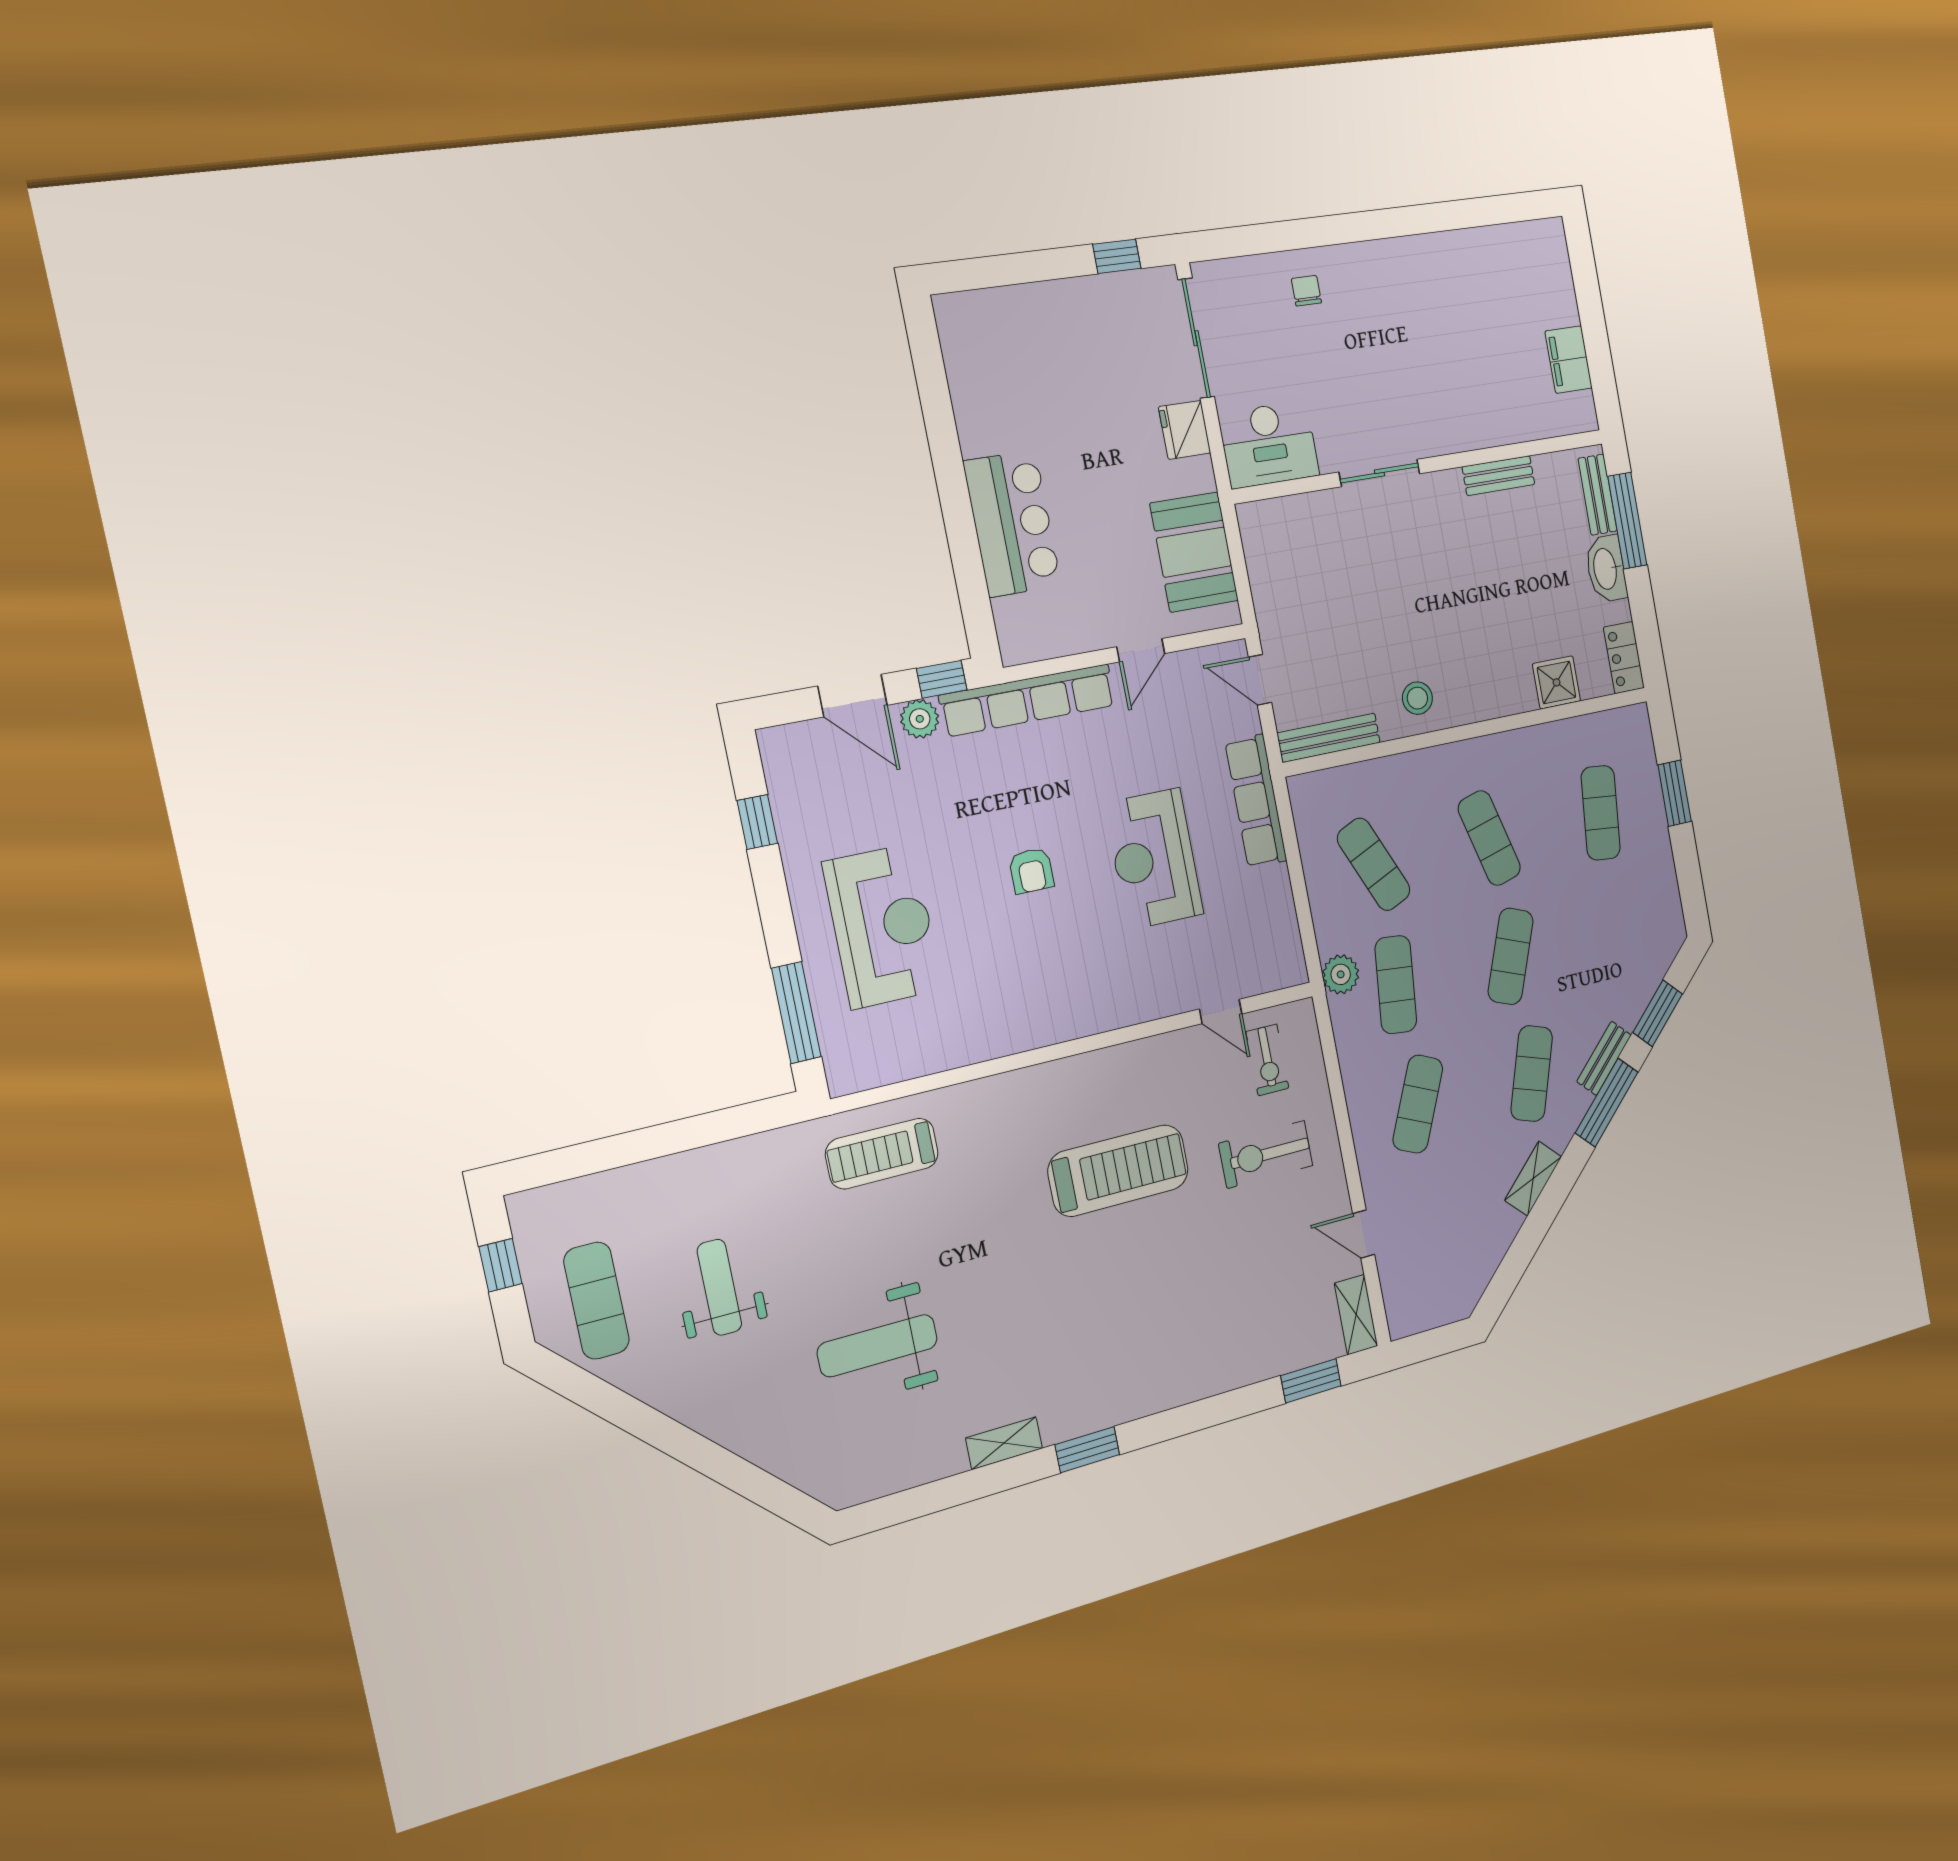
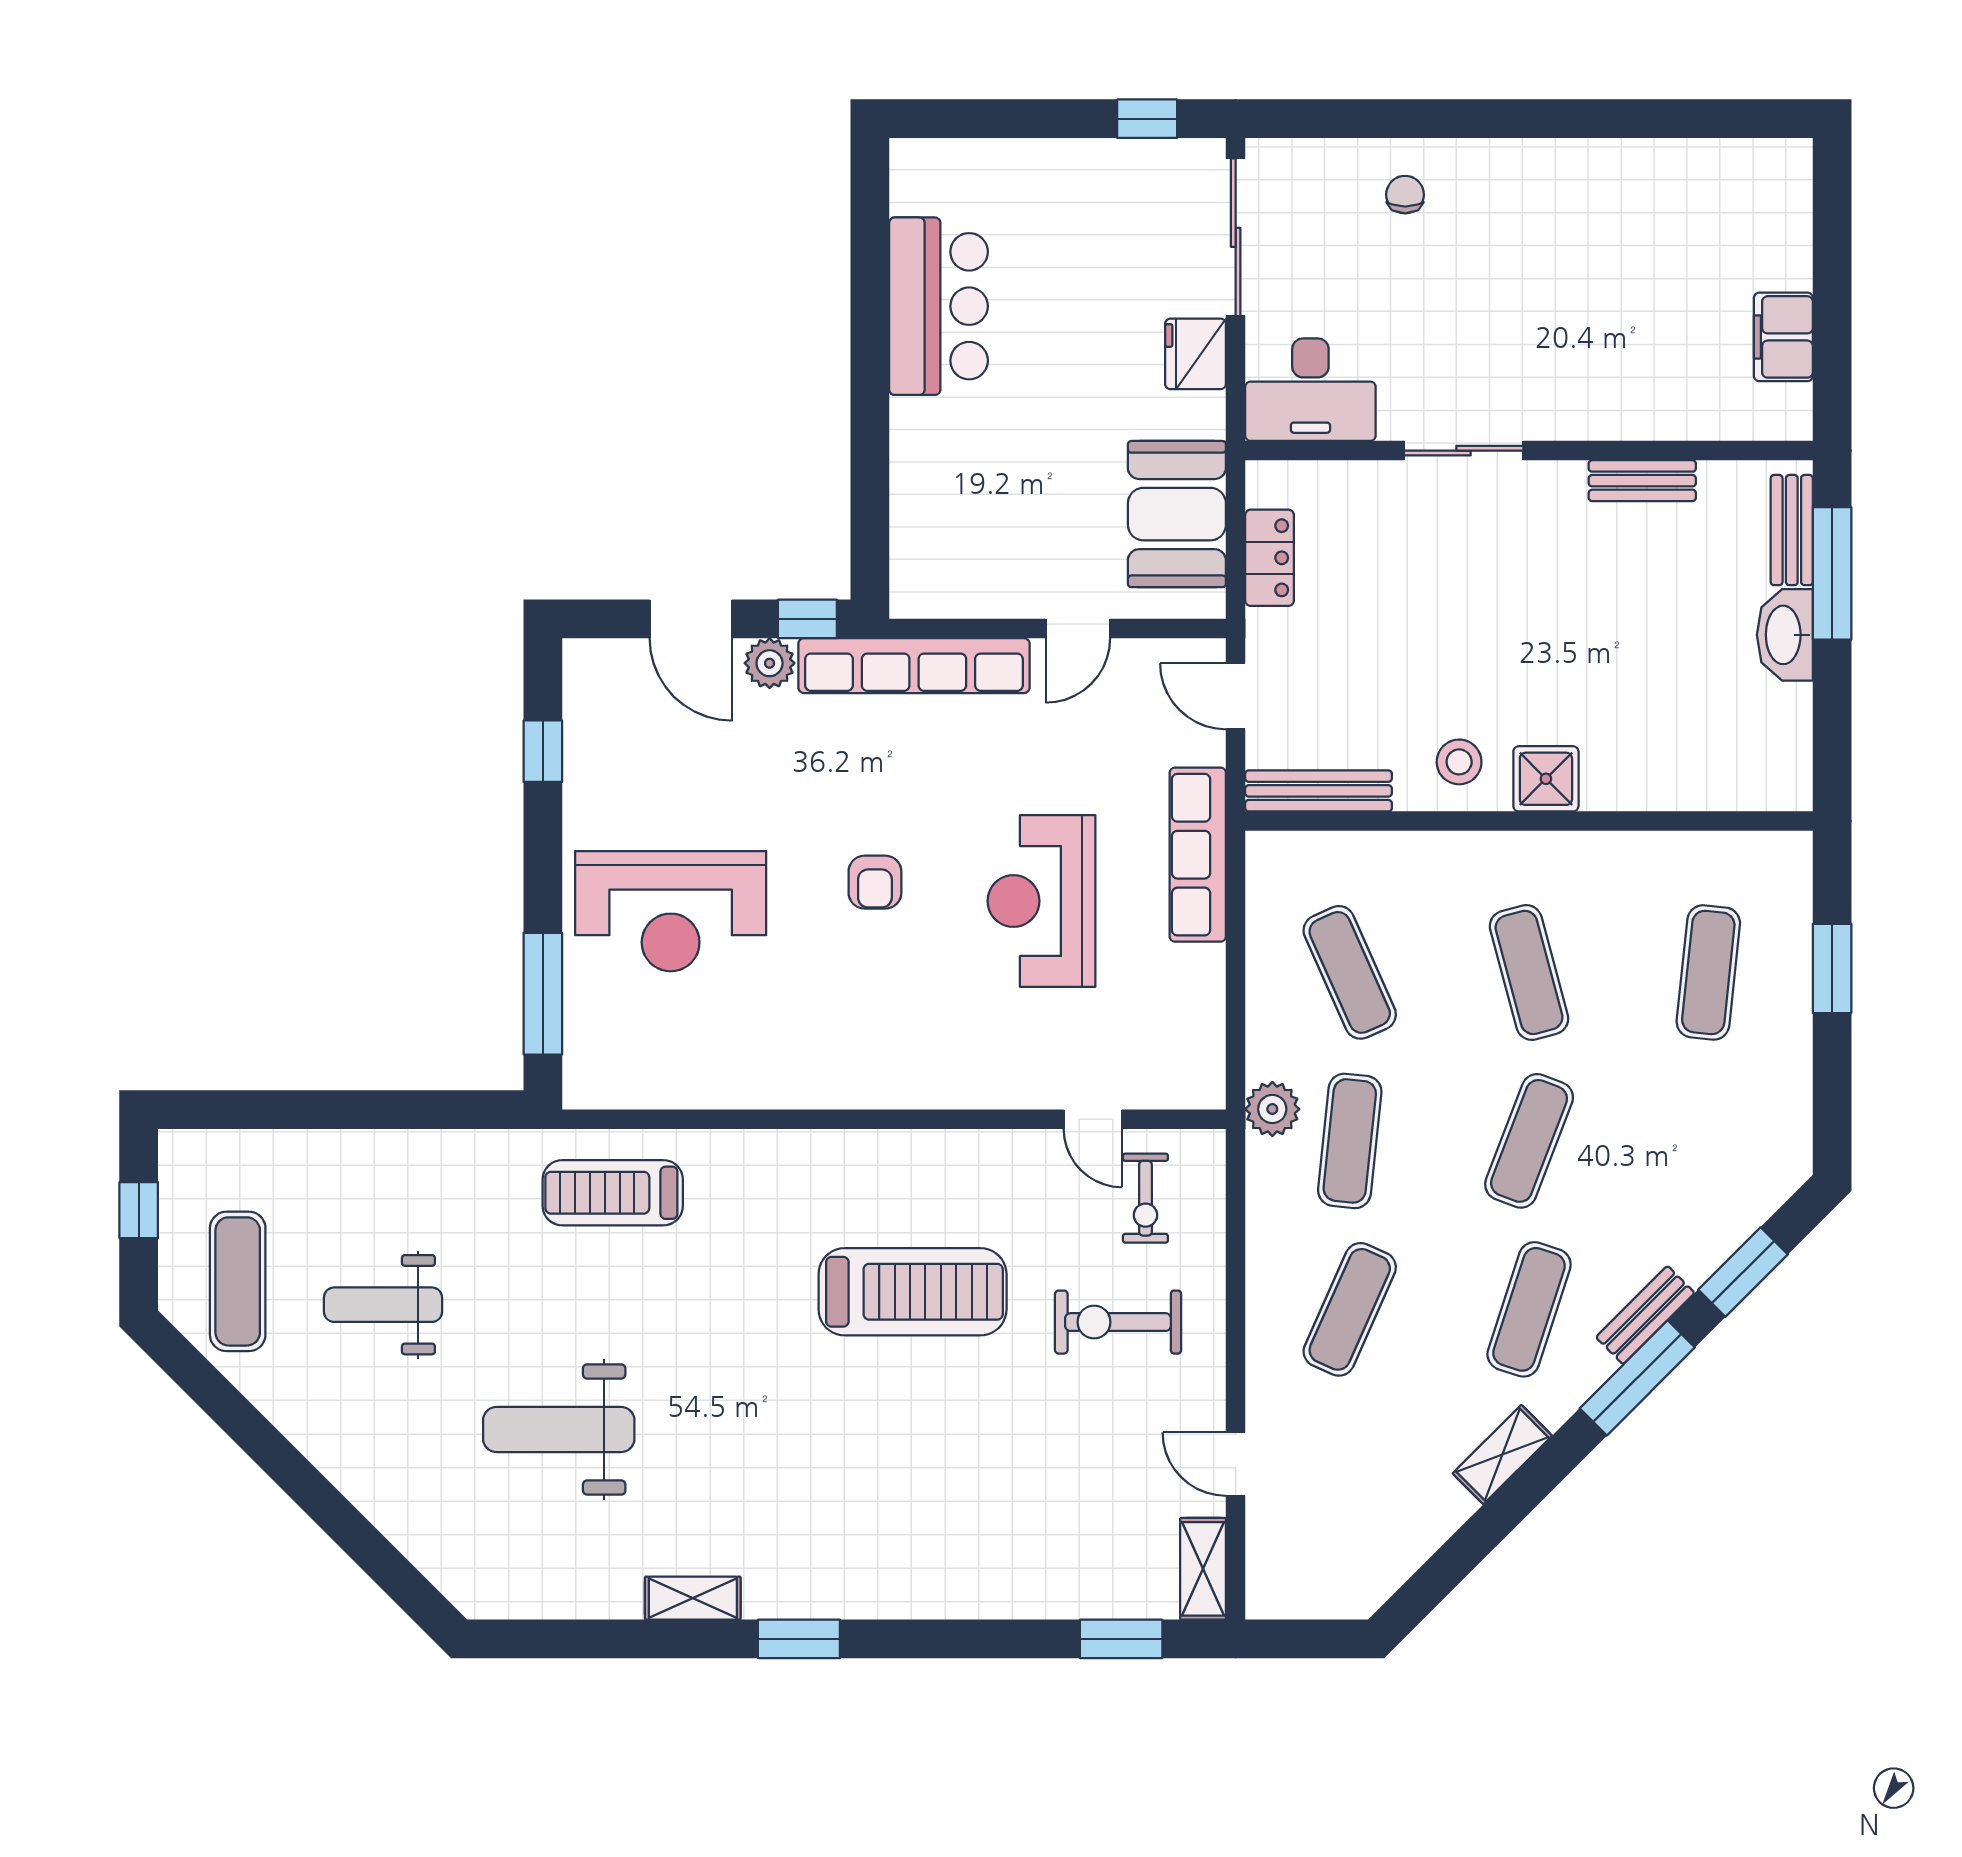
bar counter: (1012, 524) -> (939, 306), moved
locker: (1624, 658) -> (1270, 558), moved, turned 180
shower: (1556, 682) -> (1546, 779), moved
reception desk: (883, 926) -> (671, 911), turned 90
weight bench: (719, 1287) -> (383, 1305), turned -90

